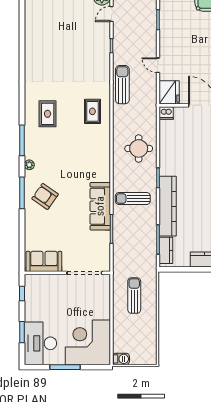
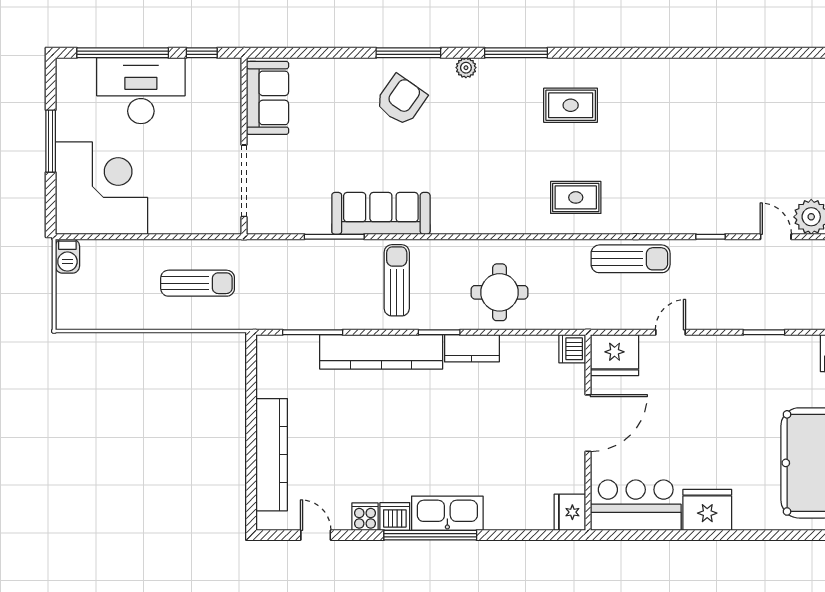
kitchen counter: (166, 250) -> (472, 348), moved
window: (22, 332) -> (123, 53), width x2.11
desk: (40, 343) -> (141, 91), moved

